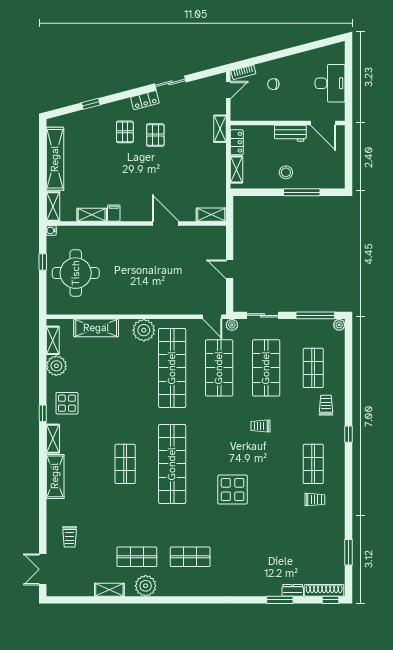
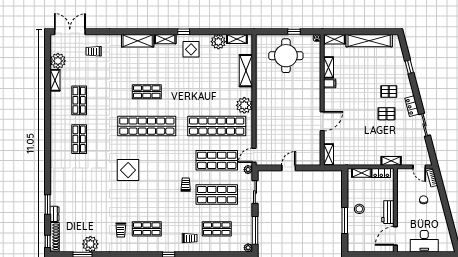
trolley: (260, 426) -> (186, 185), moved
plant: (334, 541) -> (90, 244), added
double door: (43, 569) -> (70, 32), width x1.37
plant: (146, 586) -> (58, 61), moved

